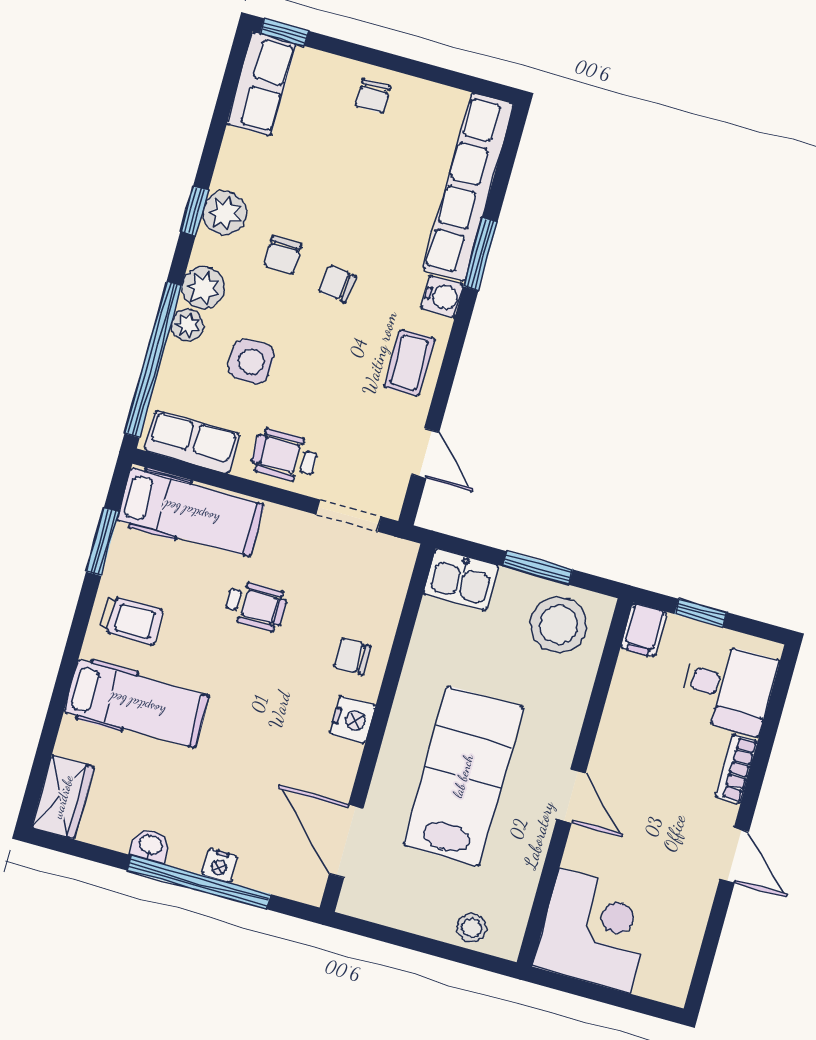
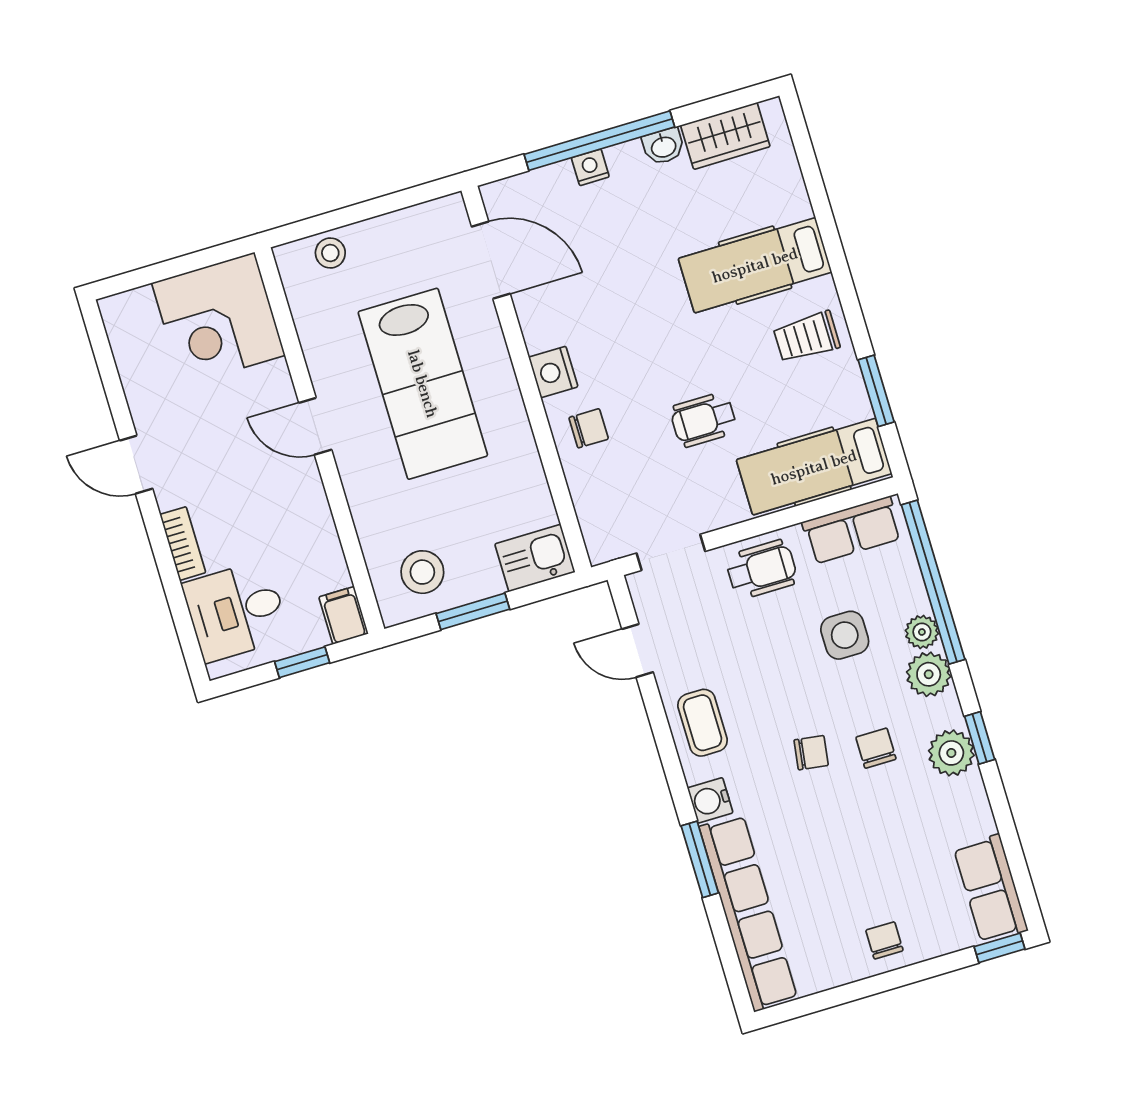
stool: (558, 625) -> (422, 572), width x0.73, depth x0.73
wardrobe: (63, 797) -> (725, 136), moved, turned -90

